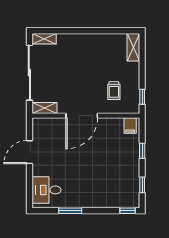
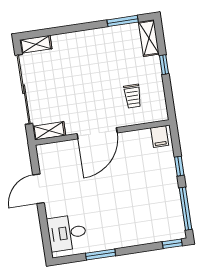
window: (115, 31) -> (123, 21), added
window: (142, 97) -> (164, 65), moved
window: (142, 185) -> (186, 209), width x2.17

